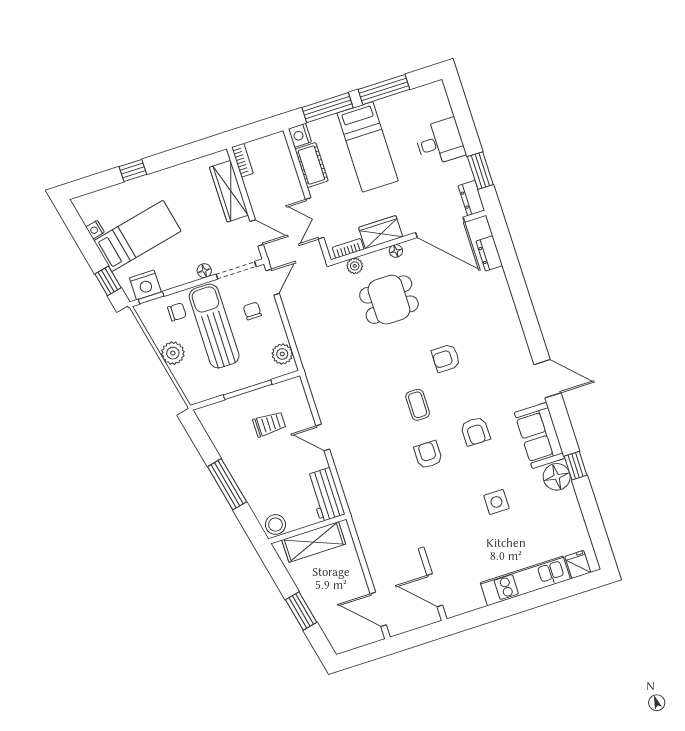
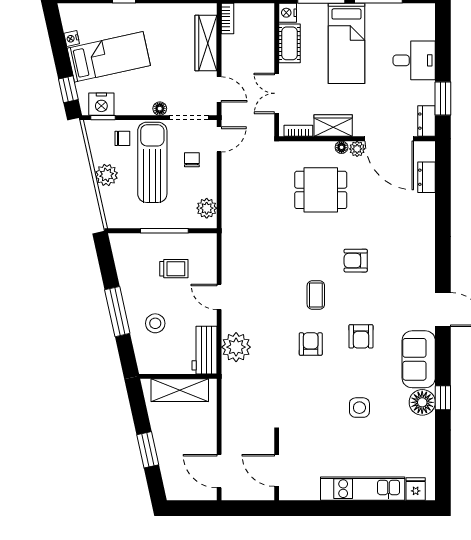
plant: (355, 266) -> (357, 149), moved
plant: (355, 482) -> (236, 347), added
stool: (276, 525) -> (155, 323), moved

